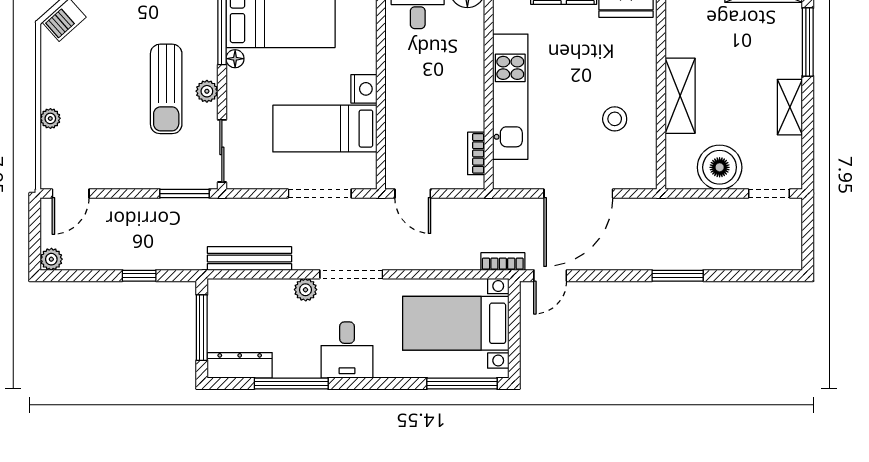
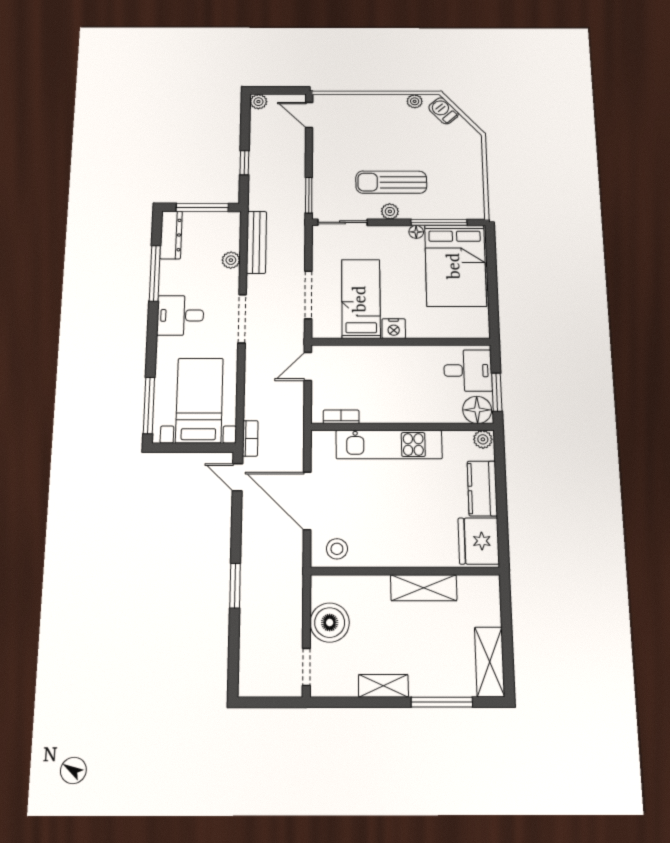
shelving: (680, 96) -> (424, 588), moved
plant: (50, 118) -> (415, 101), moved
stool: (615, 119) -> (337, 549), moved
plant: (306, 290) -> (231, 260), moved

